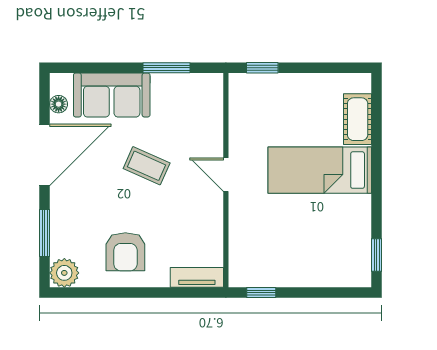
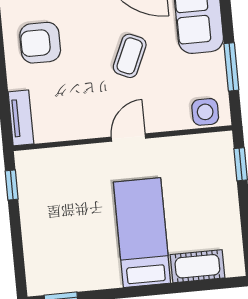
side table: (208, 97) -> (205, 112), added

